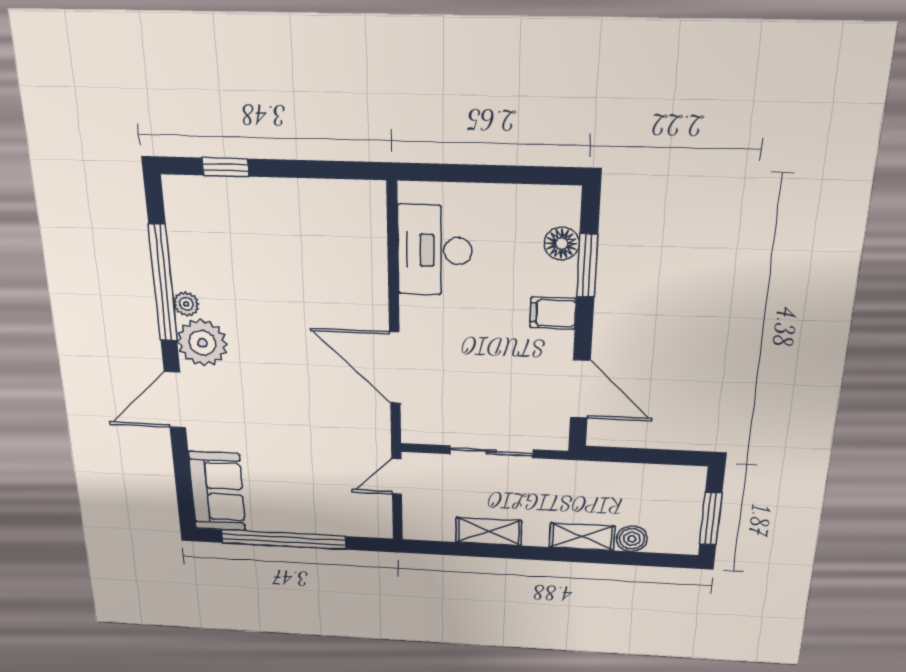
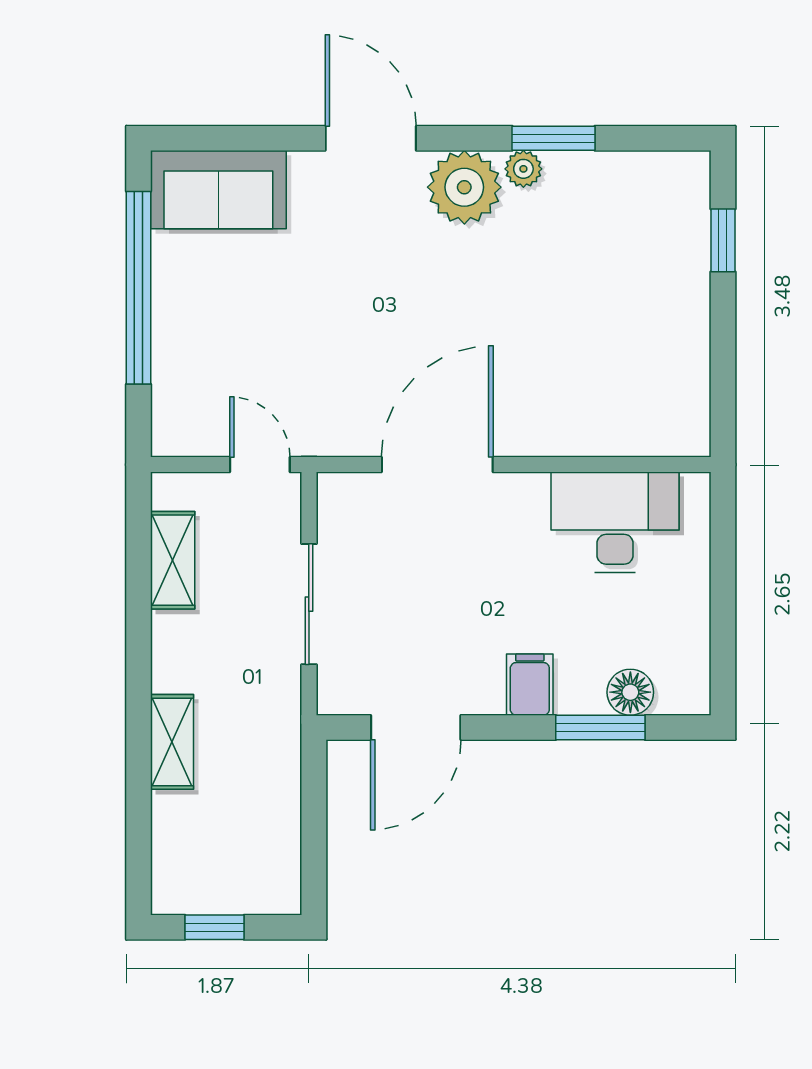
window: (163, 283) -> (553, 138), width x0.47
window: (711, 519) -> (214, 927), width x0.67
shelving: (489, 531) -> (173, 560), moved
boiler: (632, 539) -> (173, 816), removed

